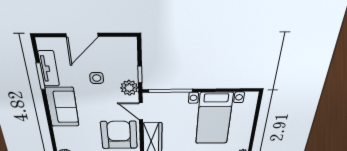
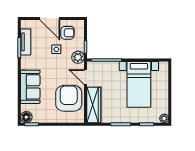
door: (82, 35) -> (50, 18), hinge flipped
armchair: (112, 56) -> (67, 33), added
sofa: (62, 107) -> (30, 87), moved

